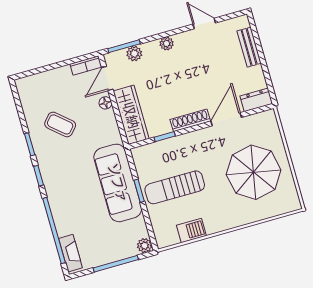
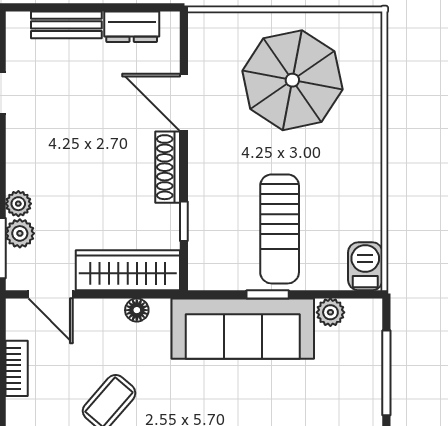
plant: (167, 44) -> (18, 204), moved
bookcase: (86, 65) -> (17, 368), moved
dresser: (256, 100) -> (132, 27), moved, turned -90
floor lamp: (105, 103) -> (137, 310), moved
barbecue: (191, 231) -> (365, 266), moved
plant: (145, 246) -> (330, 312), moved

